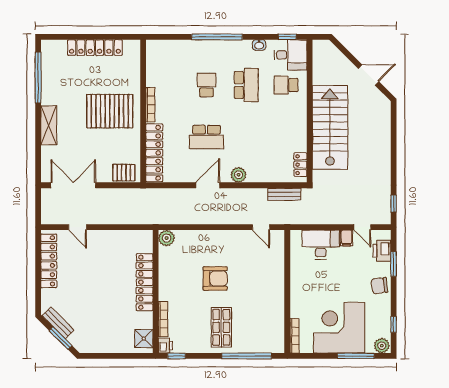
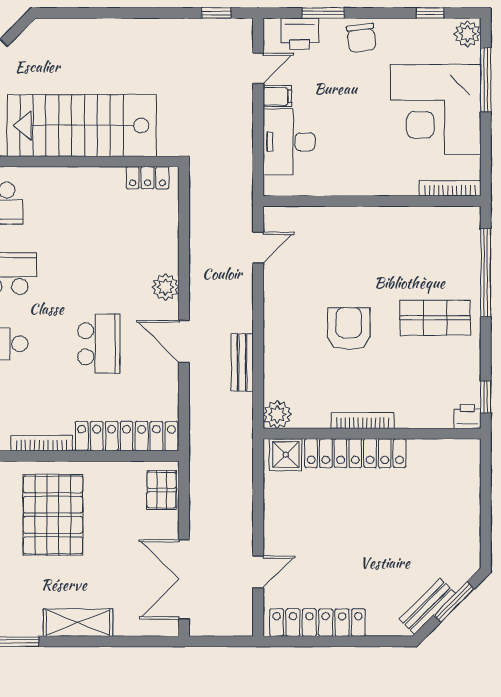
bench: (284, 194) -> (242, 362), moved
bookcase: (163, 319) -> (363, 421), moved
shower: (144, 339) -> (286, 455), moved

